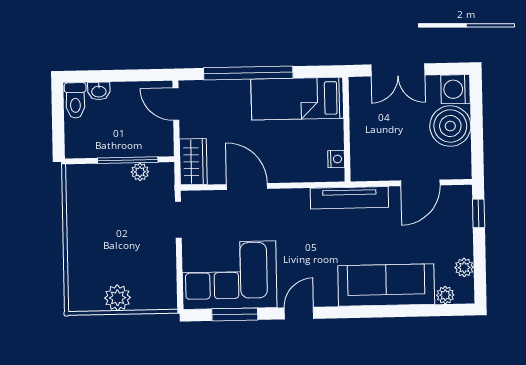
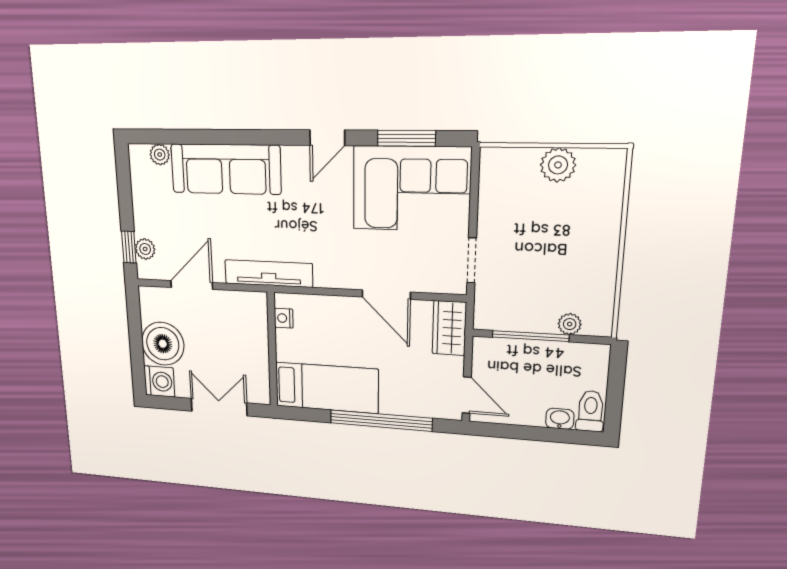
plant: (140, 172) -> (570, 324), moved
plant: (464, 267) -> (145, 249), moved

